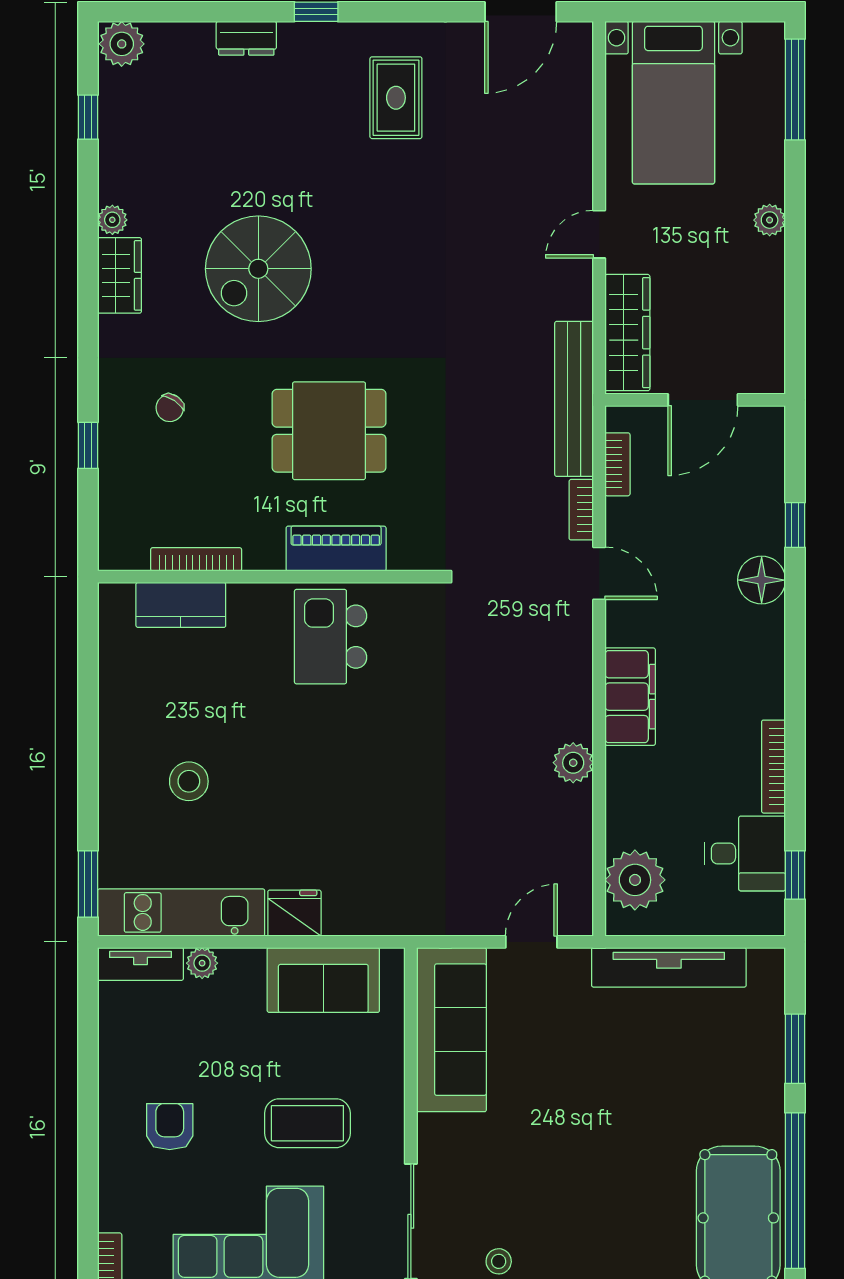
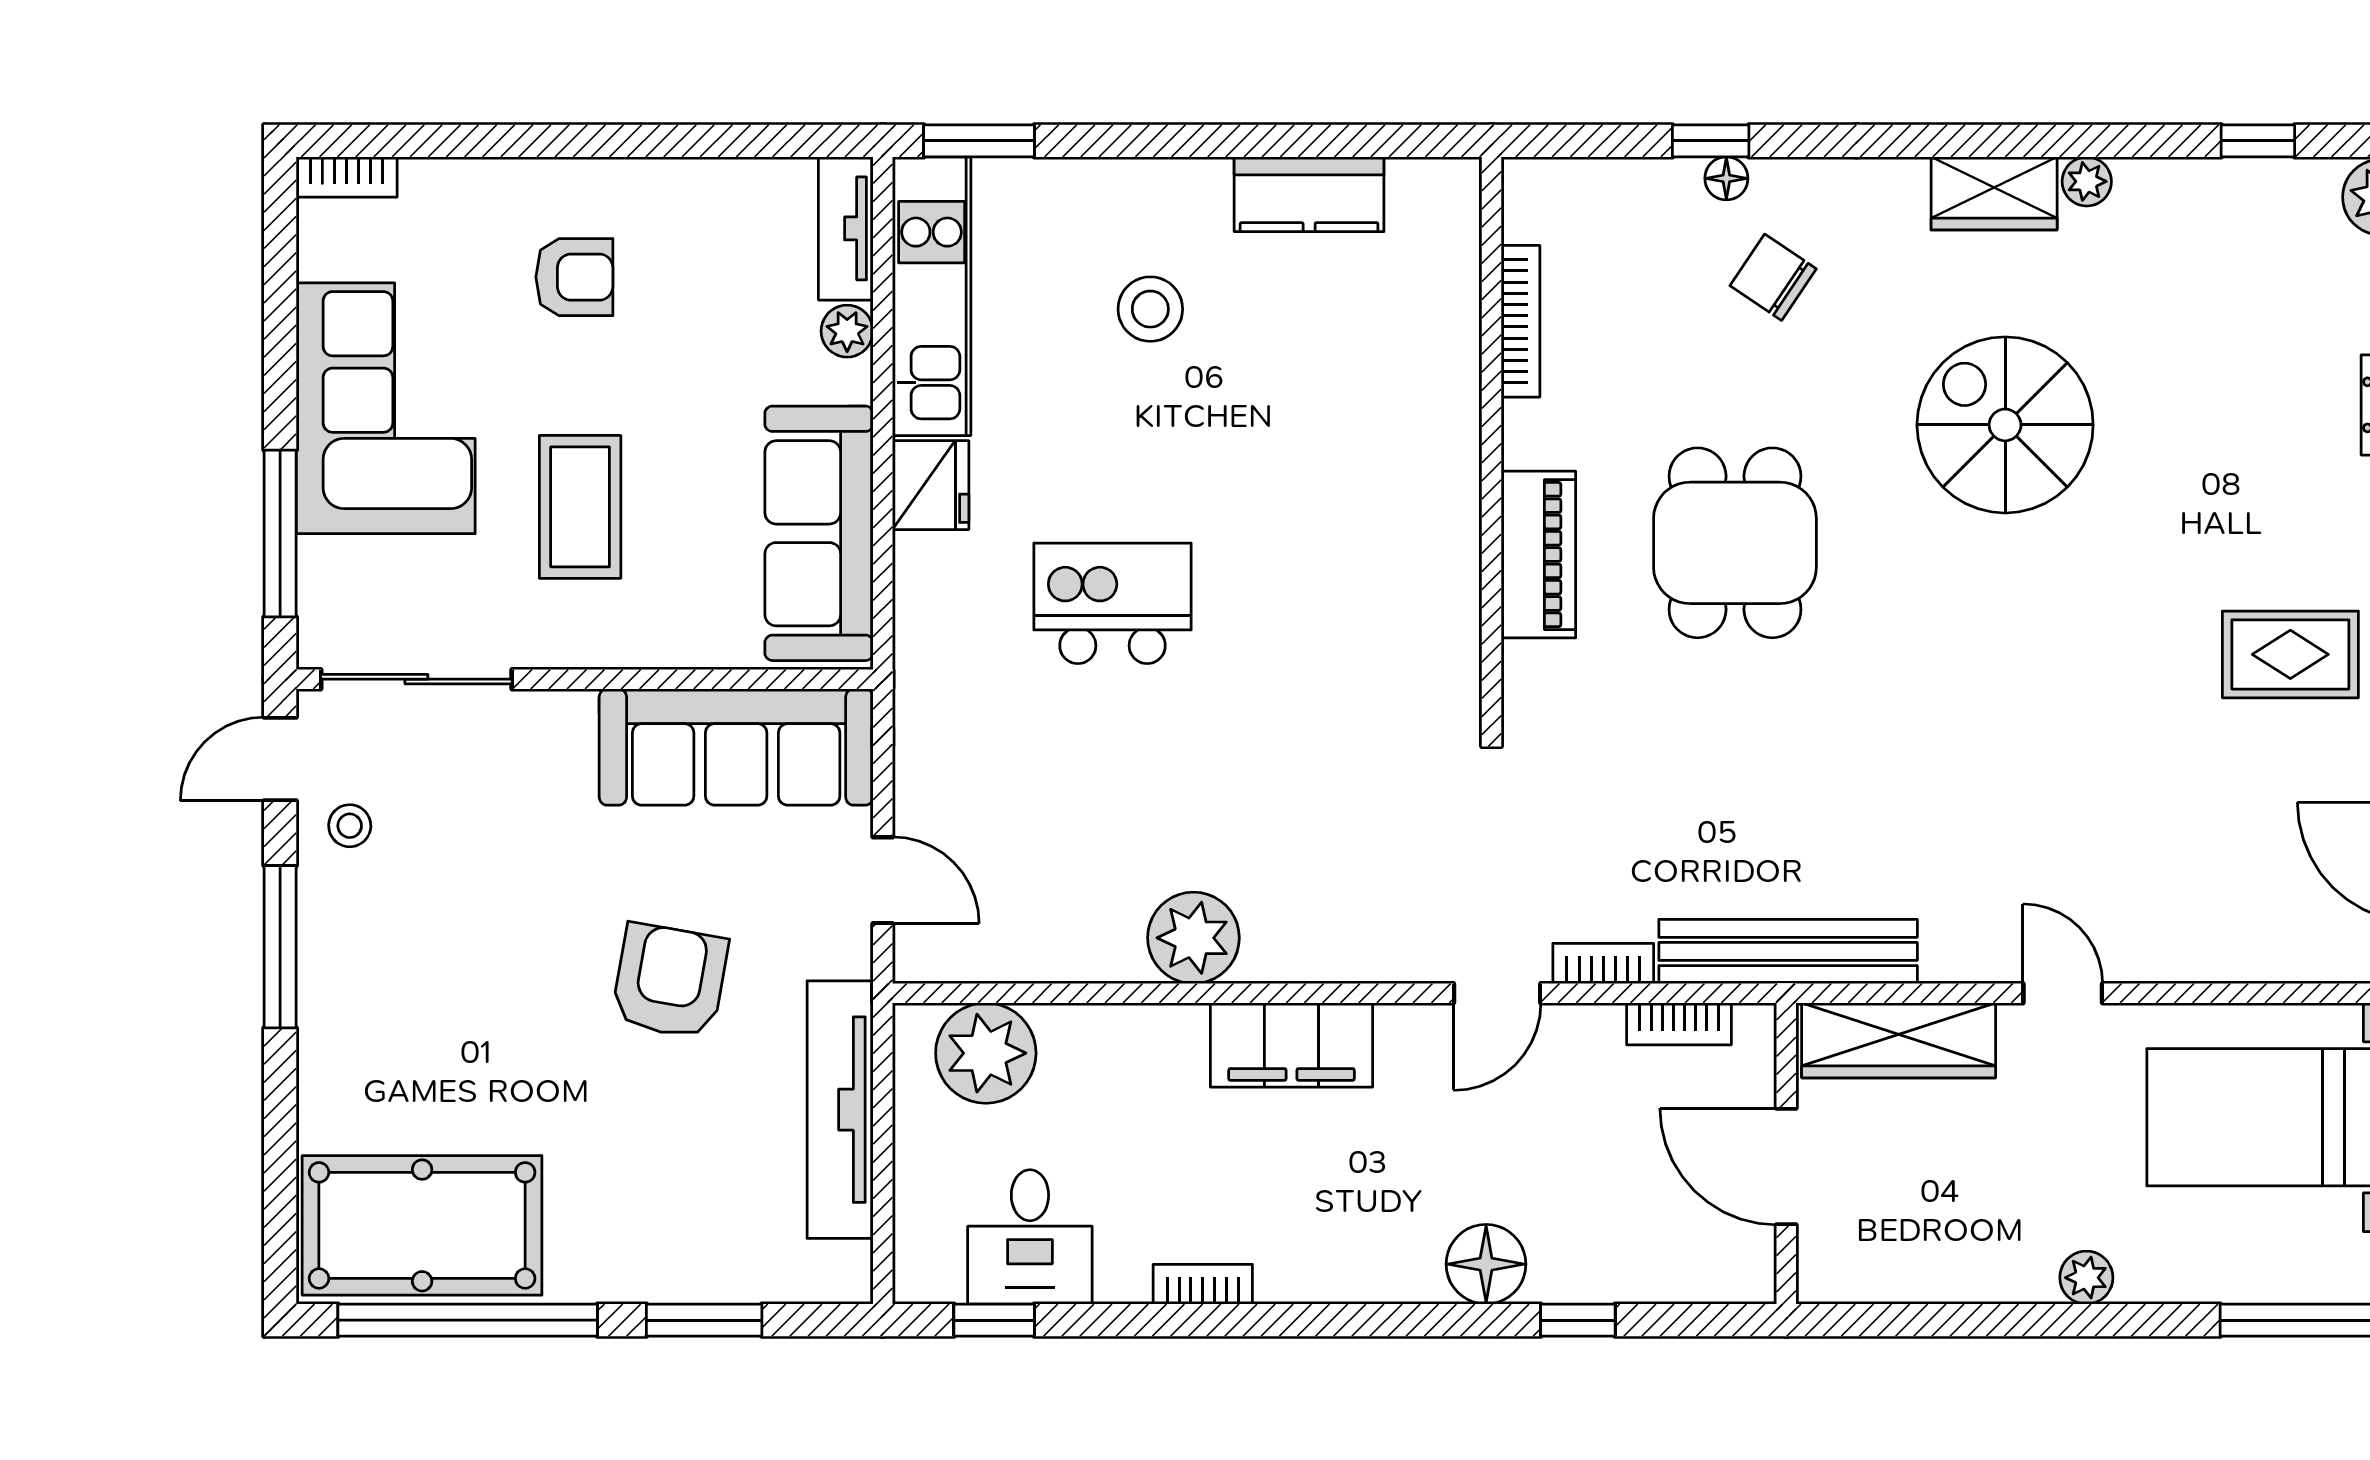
chair: (170, 408) -> (1773, 277), width x1.37, depth x1.37
floor lamp: (110, 436) -> (1726, 178), added
kitchen counter: (181, 605) -> (1309, 194), moved, turned -90
kitchen island: (331, 637) -> (1112, 603), moved
plant: (573, 763) -> (1193, 938), width x1.36, depth x1.36
bookcase: (774, 767) -> (1203, 1284), width x0.64
sofa: (323, 980) -> (819, 533), width x1.36
armchair: (592, 1069) -> (670, 981), added

